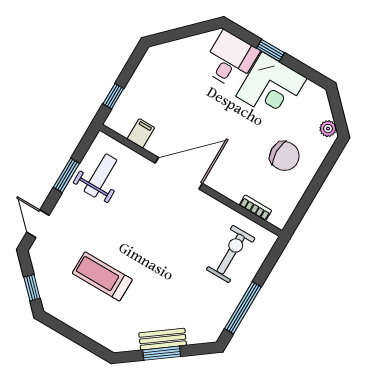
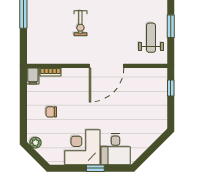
filing cabinet: (141, 133) -> (33, 76), moved
chair: (284, 156) -> (51, 112), width x0.54, depth x0.54
weight bench: (100, 176) -> (151, 38), turned 180
exercise bike: (231, 254) -> (80, 23), moved, width x0.73, depth x0.72

